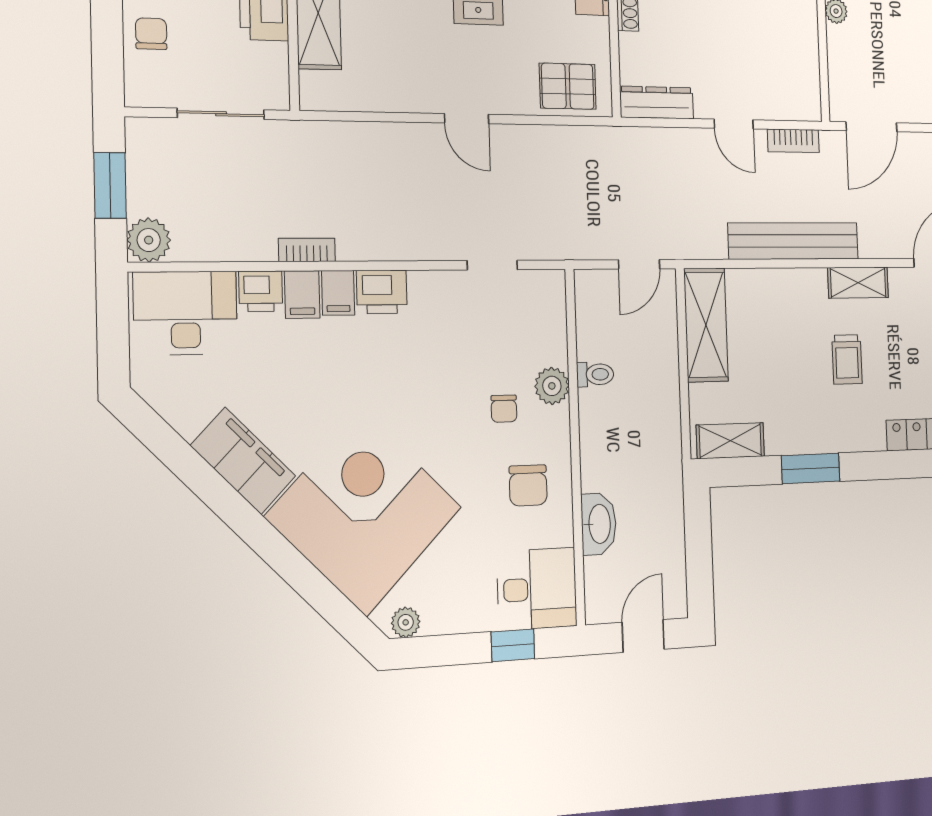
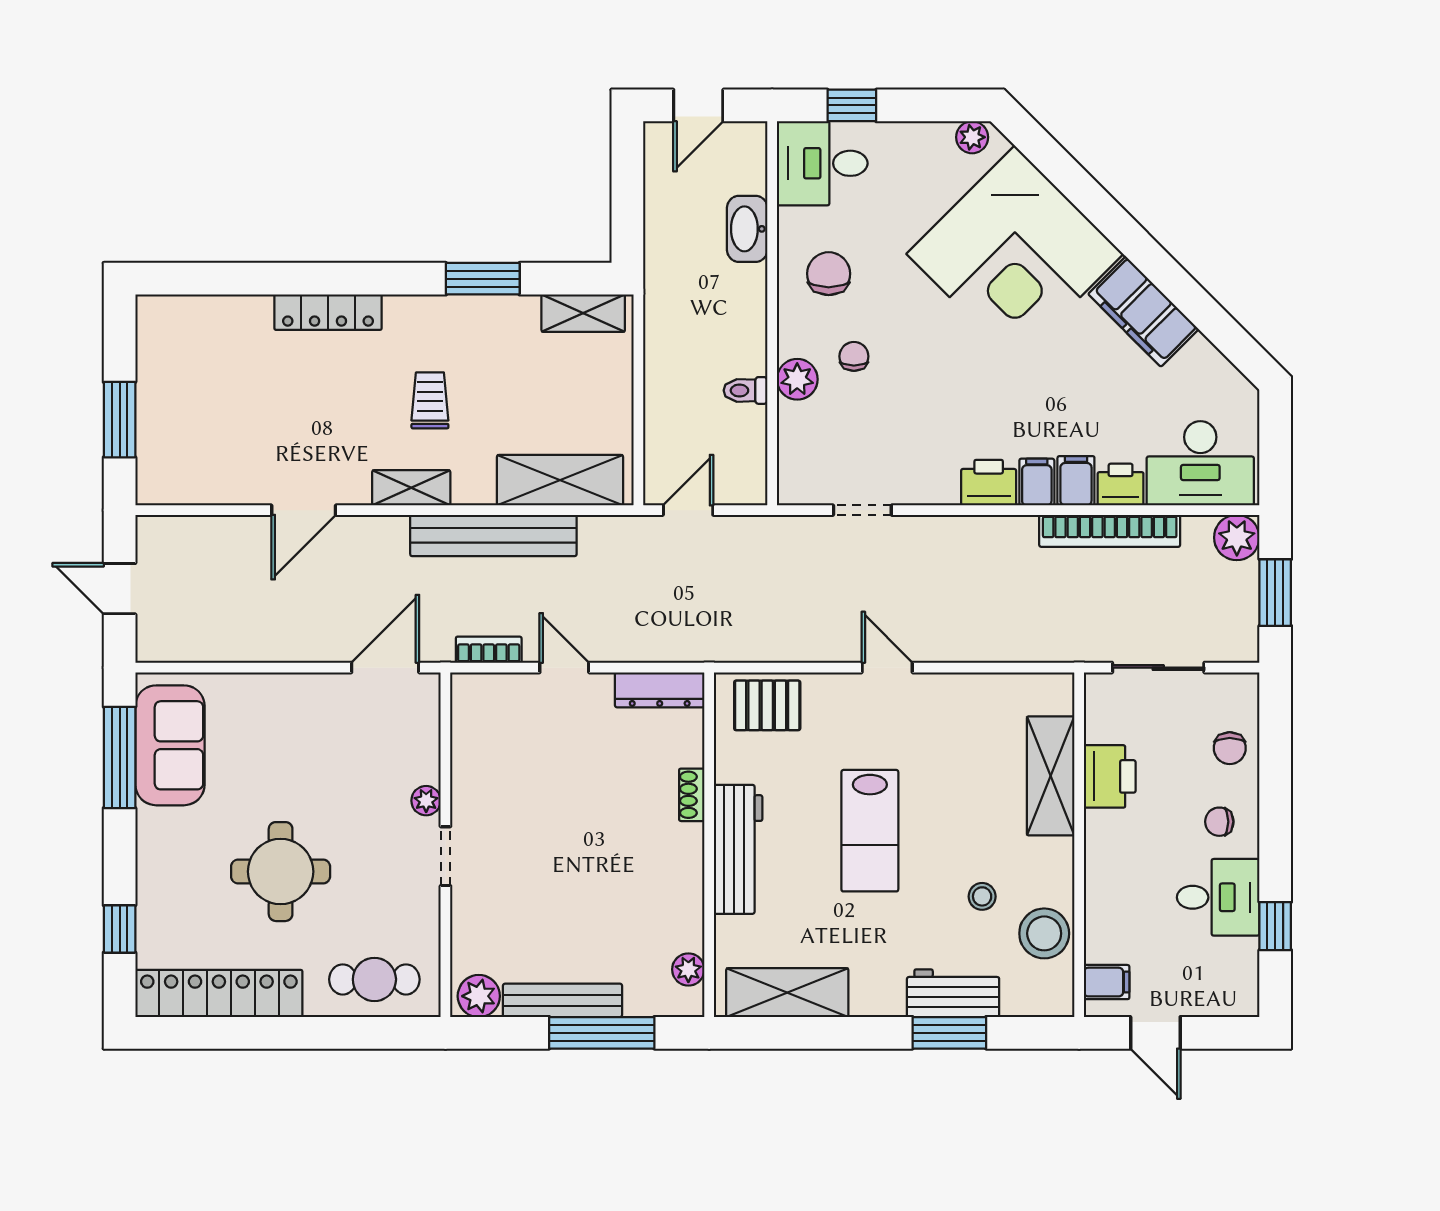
bookcase: (307, 250) -> (1110, 531), width x2.31, depth x1.31
shelving: (706, 325) -> (560, 480), moved, turned 90

